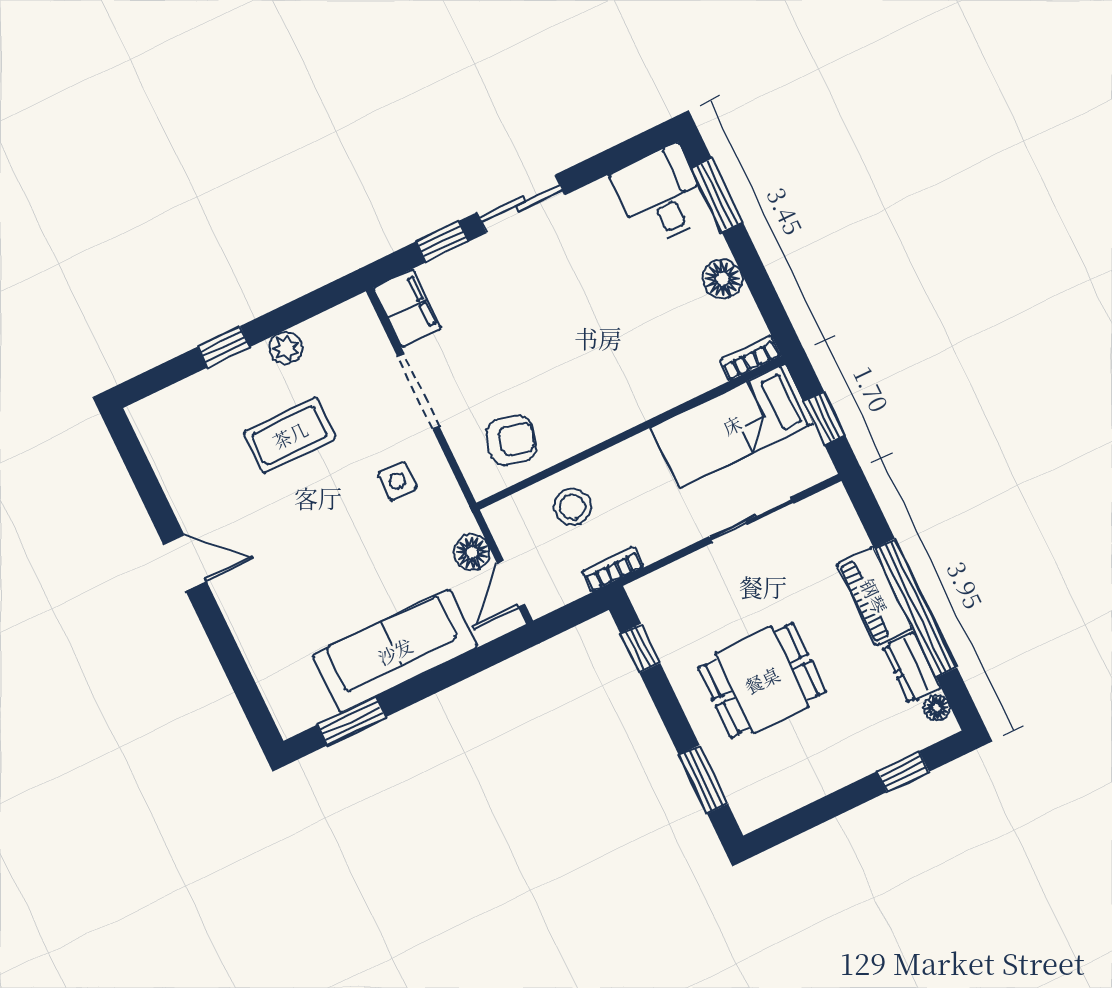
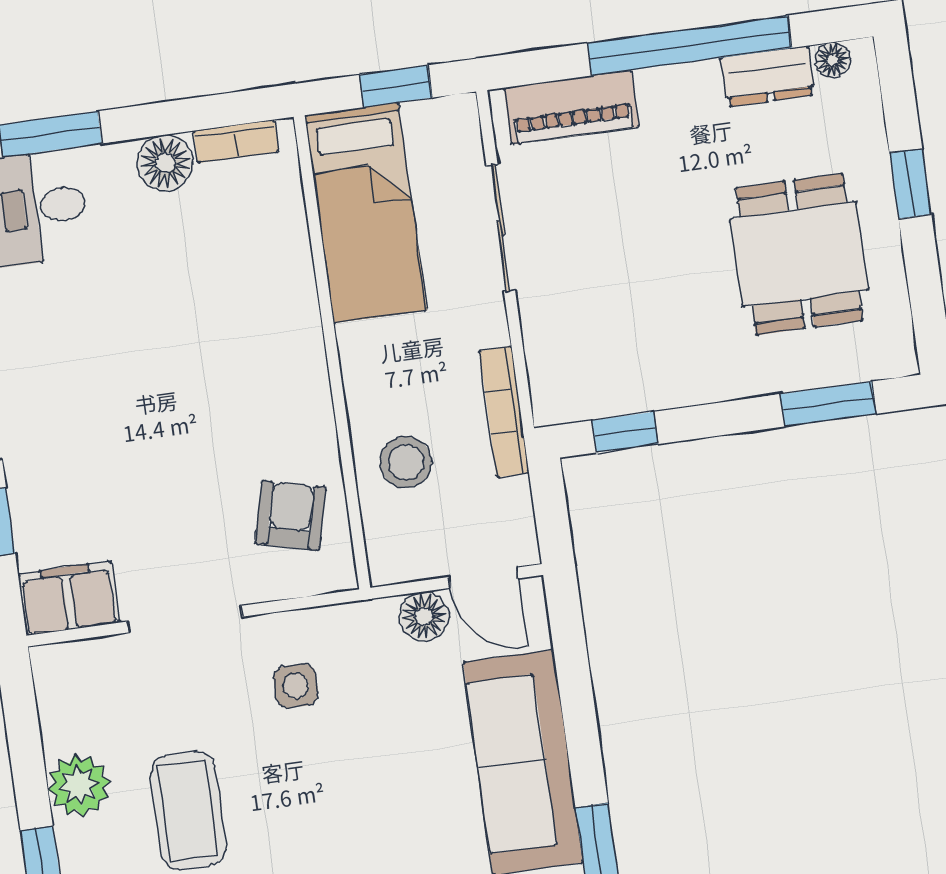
plant: (286, 348) -> (79, 785), width x1.38, depth x1.38
bookcase: (750, 358) -> (236, 141), moved, turned -90
bookcase: (613, 569) -> (504, 412), width x1.56
piano: (874, 596) -> (571, 107), moved
dining table: (762, 680) -> (799, 254), moved
window: (903, 772) -> (911, 184), moved

